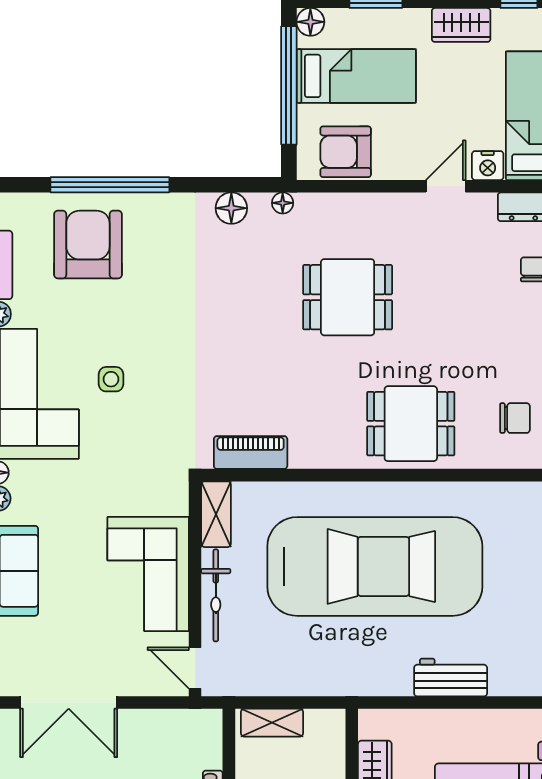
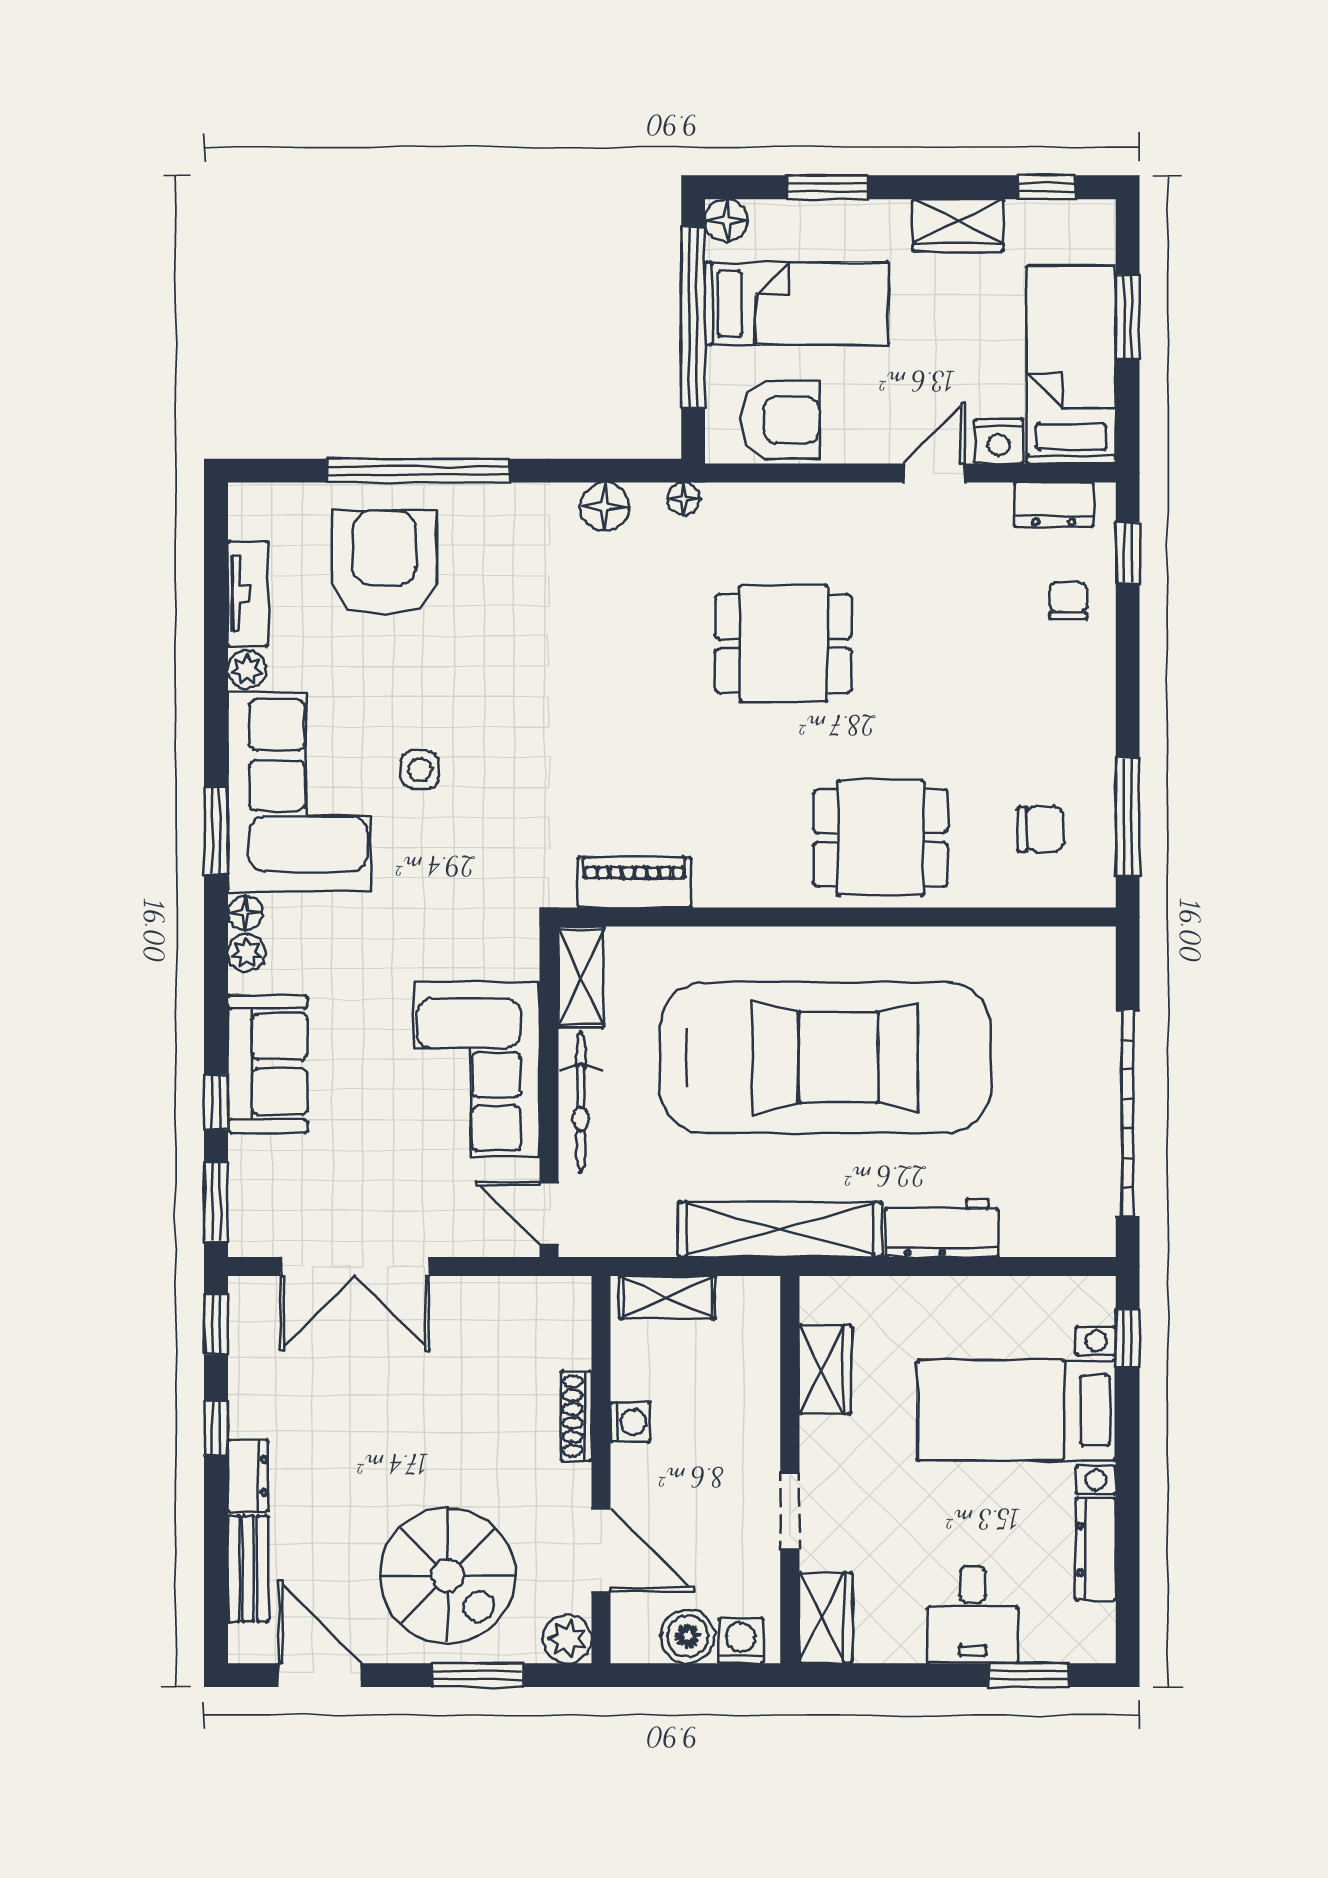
armchair: (346, 152) -> (780, 420), turned 180
shelving: (345, 678) -> (780, 1229), added

